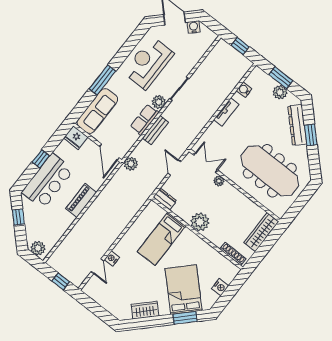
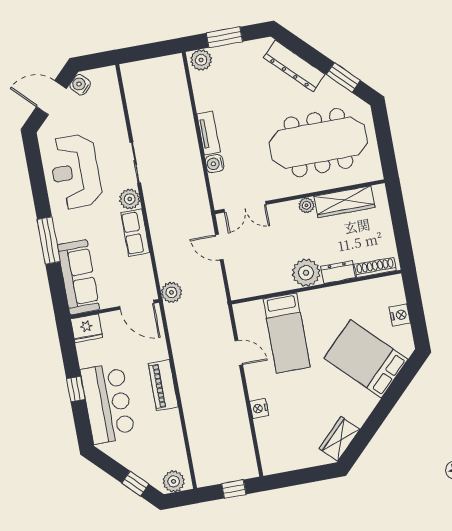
window: (240, 46) -> (148, 51), removed
water cooler: (244, 90) -> (215, 164), moved
plant: (280, 92) -> (201, 60), moved
bench: (155, 130) -> (158, 231), removed
window: (311, 135) -> (343, 77), moved
double door: (206, 163) -> (245, 207), swing flipped
plant: (219, 181) -> (306, 205), moved
dresser: (165, 199) -> (338, 272), moved
window: (18, 217) -> (135, 484), moved
wardrobe: (261, 232) -> (345, 202), moved, turned -90
door: (97, 266) -> (239, 353), moved
wardrobe: (145, 310) -> (339, 439), moved
window: (185, 318) -> (399, 385), removed

